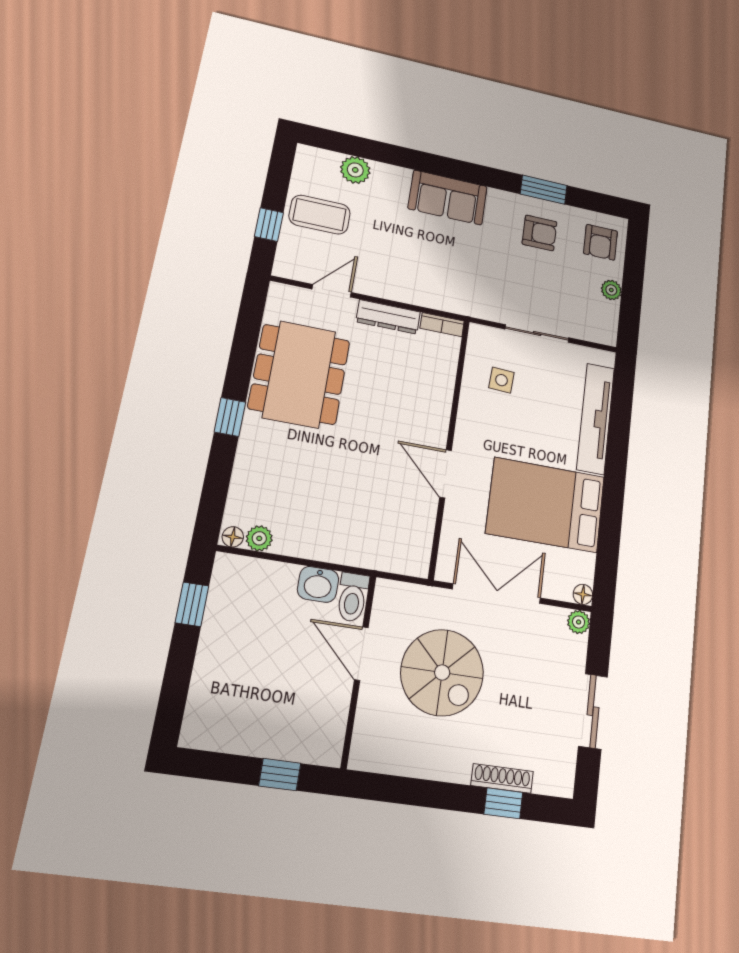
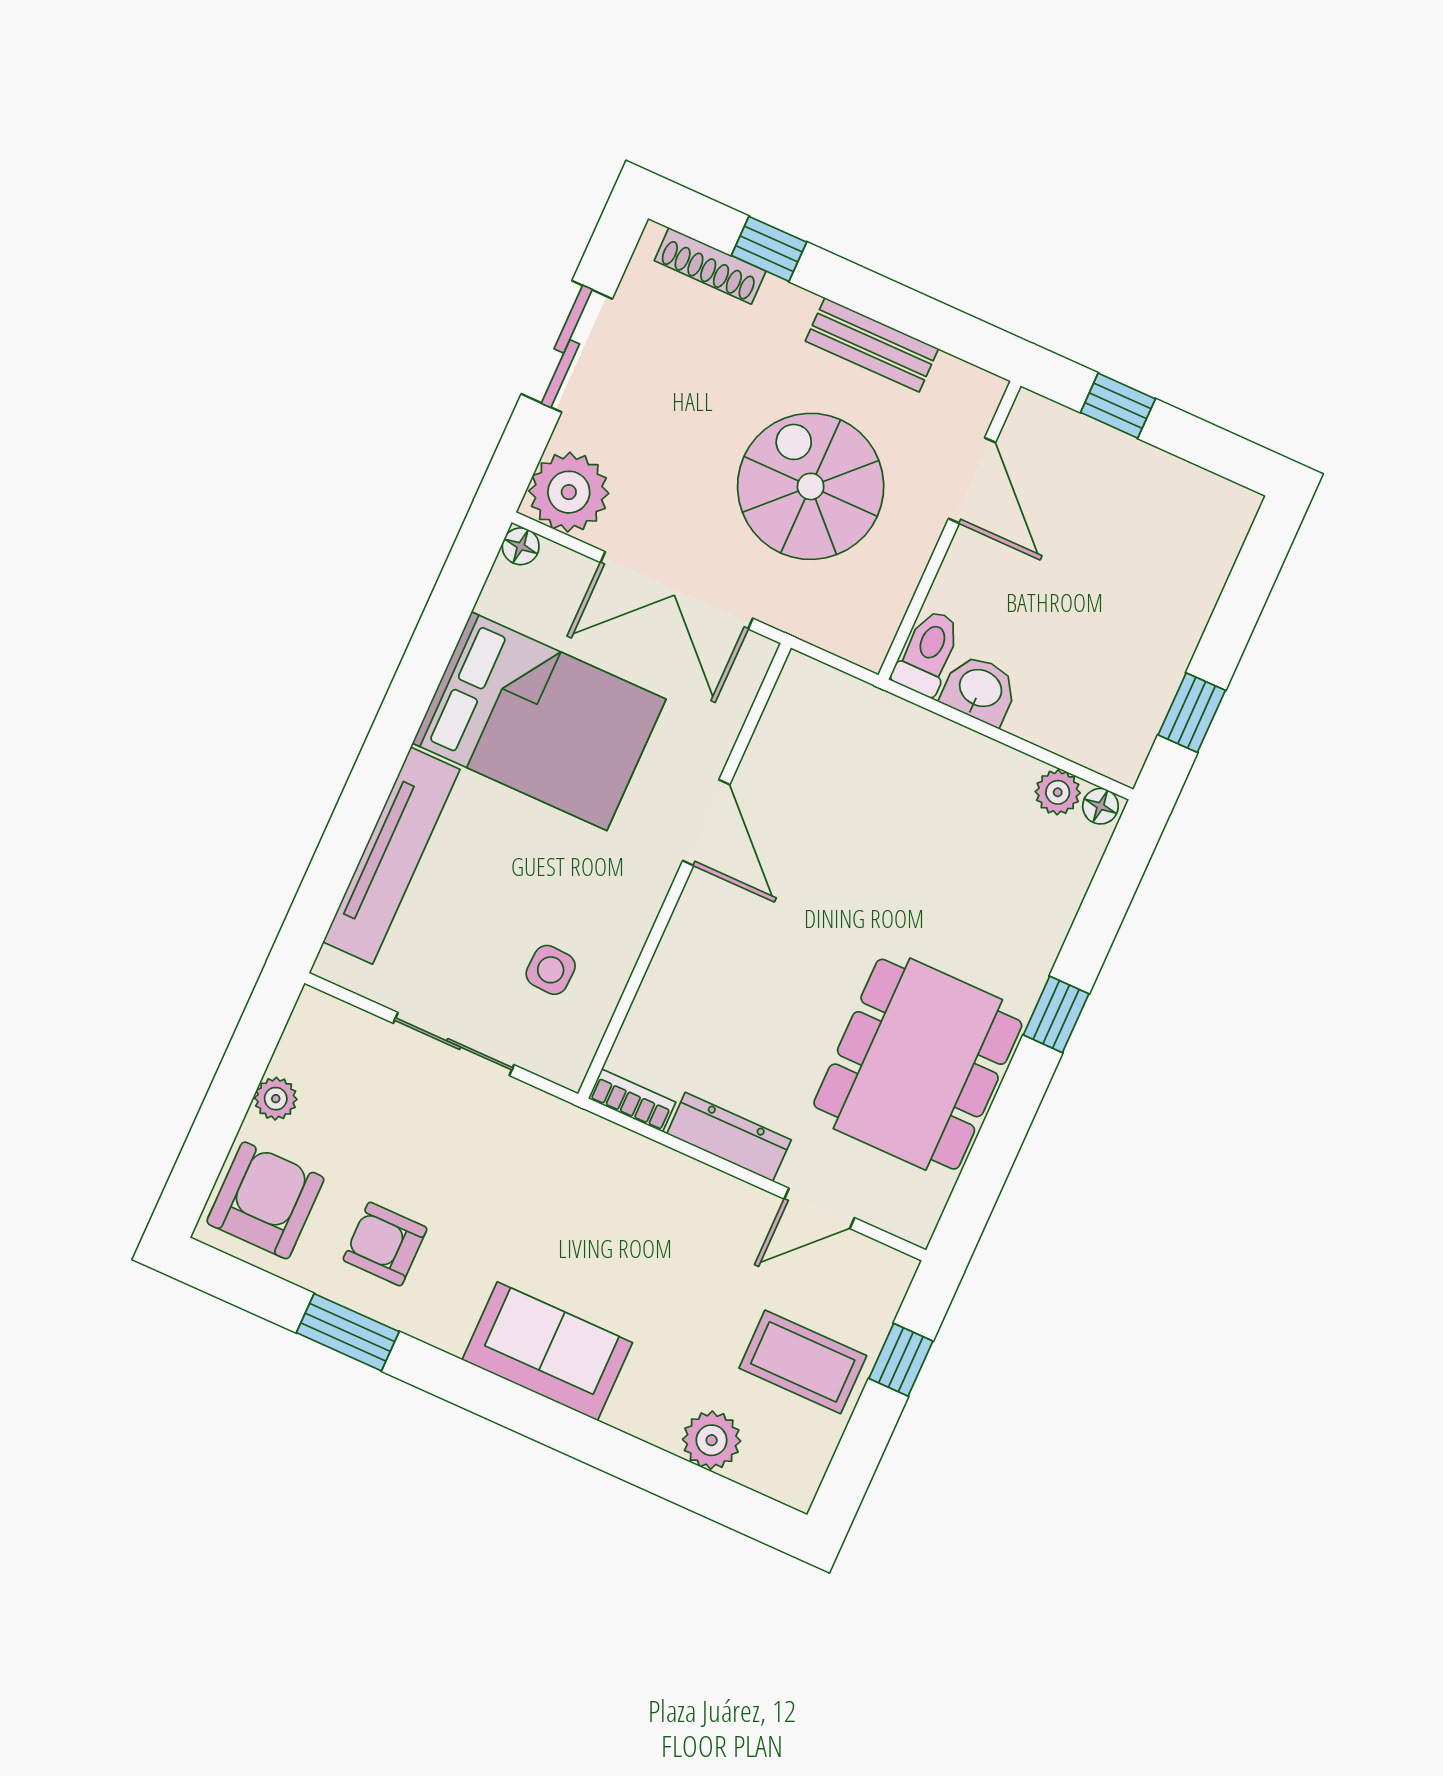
armchair: (600, 242) -> (265, 1200), width x1.38, depth x1.38
plant: (579, 622) -> (569, 492), width x1.88, depth x1.88
door: (361, 654) -> (972, 480), moved
bench: (431, 765) -> (872, 345), added
shoe rack: (502, 778) -> (710, 266), moved

